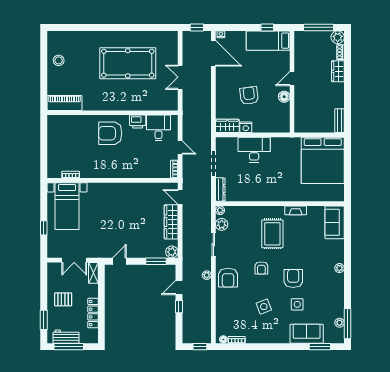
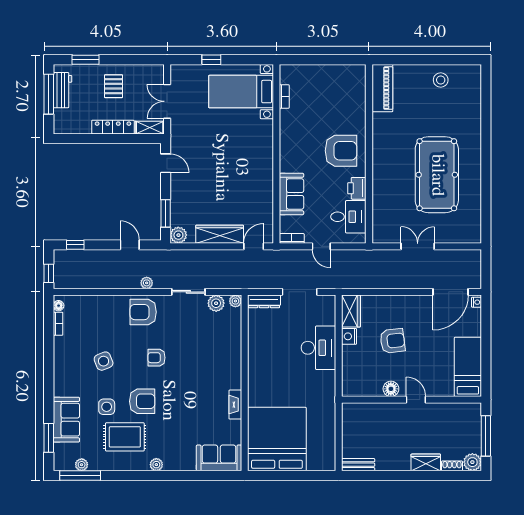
window: (197, 27) -> (486, 269), removed
window: (267, 27) -> (486, 366), removed
armchair: (110, 133) -> (341, 151), turned 90
door: (180, 148) -> (321, 246), hinge flipped
bed: (323, 160) -> (277, 439), moved, turned 90
sofa: (142, 169) -> (291, 194), added
rug: (272, 234) -> (125, 437), moved
window: (179, 307) -> (75, 245), moved
locker: (93, 313) -> (113, 127), moved

